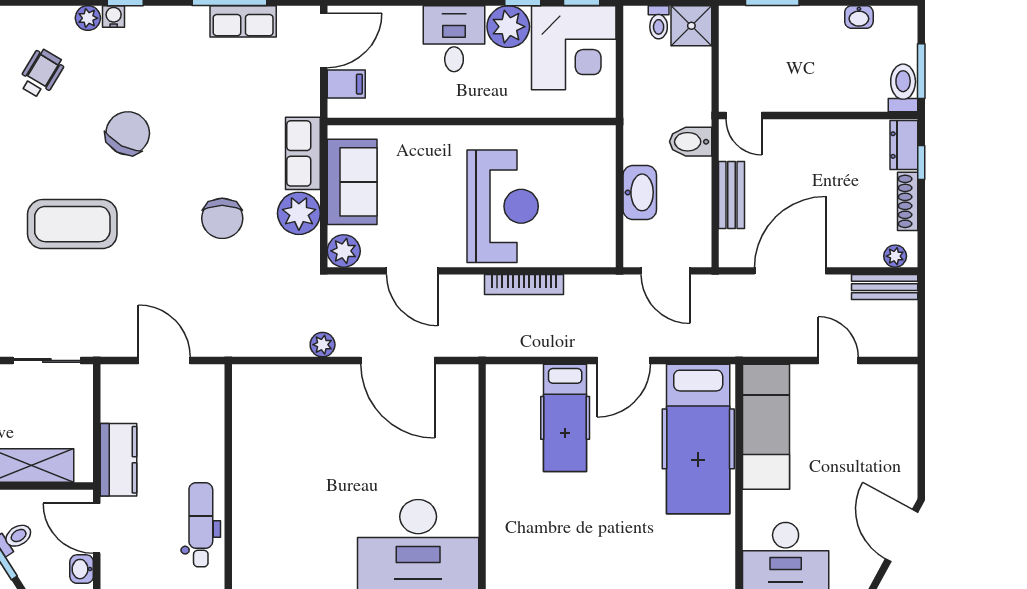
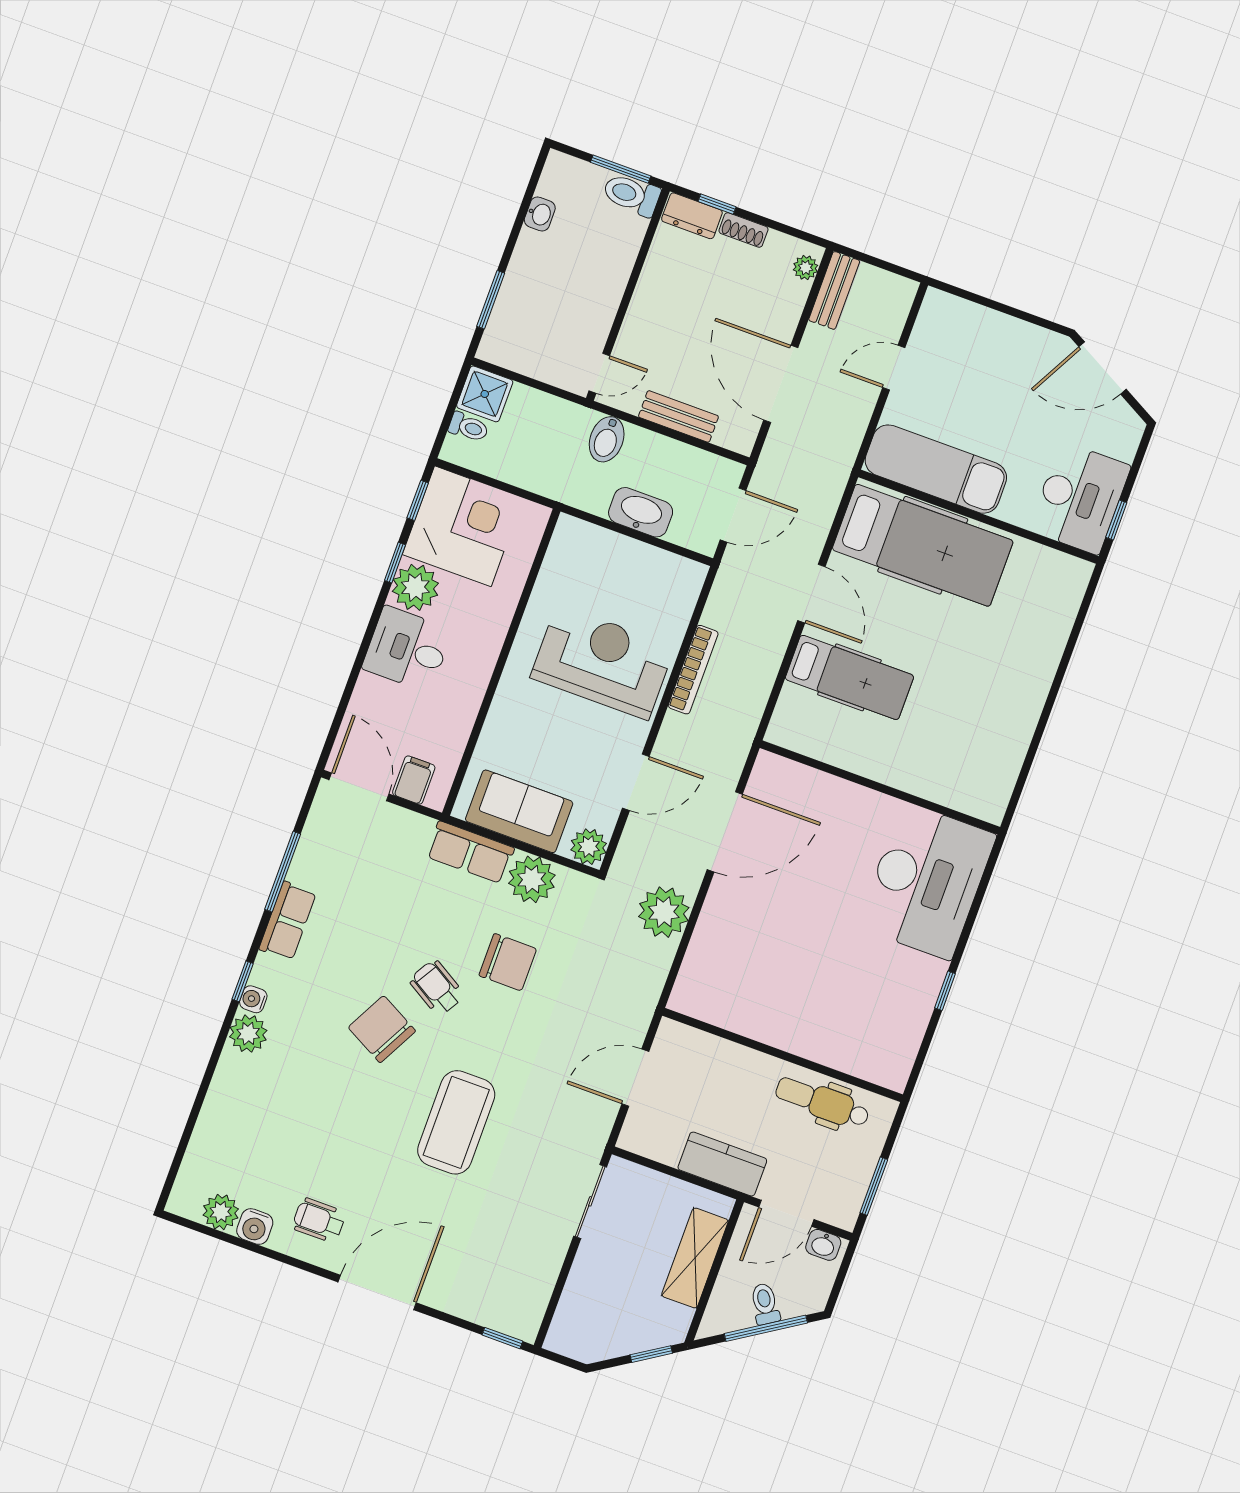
plant: (88, 18) -> (248, 1034), width x1.38, depth x1.38
row of seats: (243, 21) -> (288, 921), moved
wheelchair: (41, 73) -> (437, 988), moved
shoe rack: (908, 201) -> (743, 230), width x0.70
plant: (323, 345) -> (664, 912), width x1.88, depth x1.88

